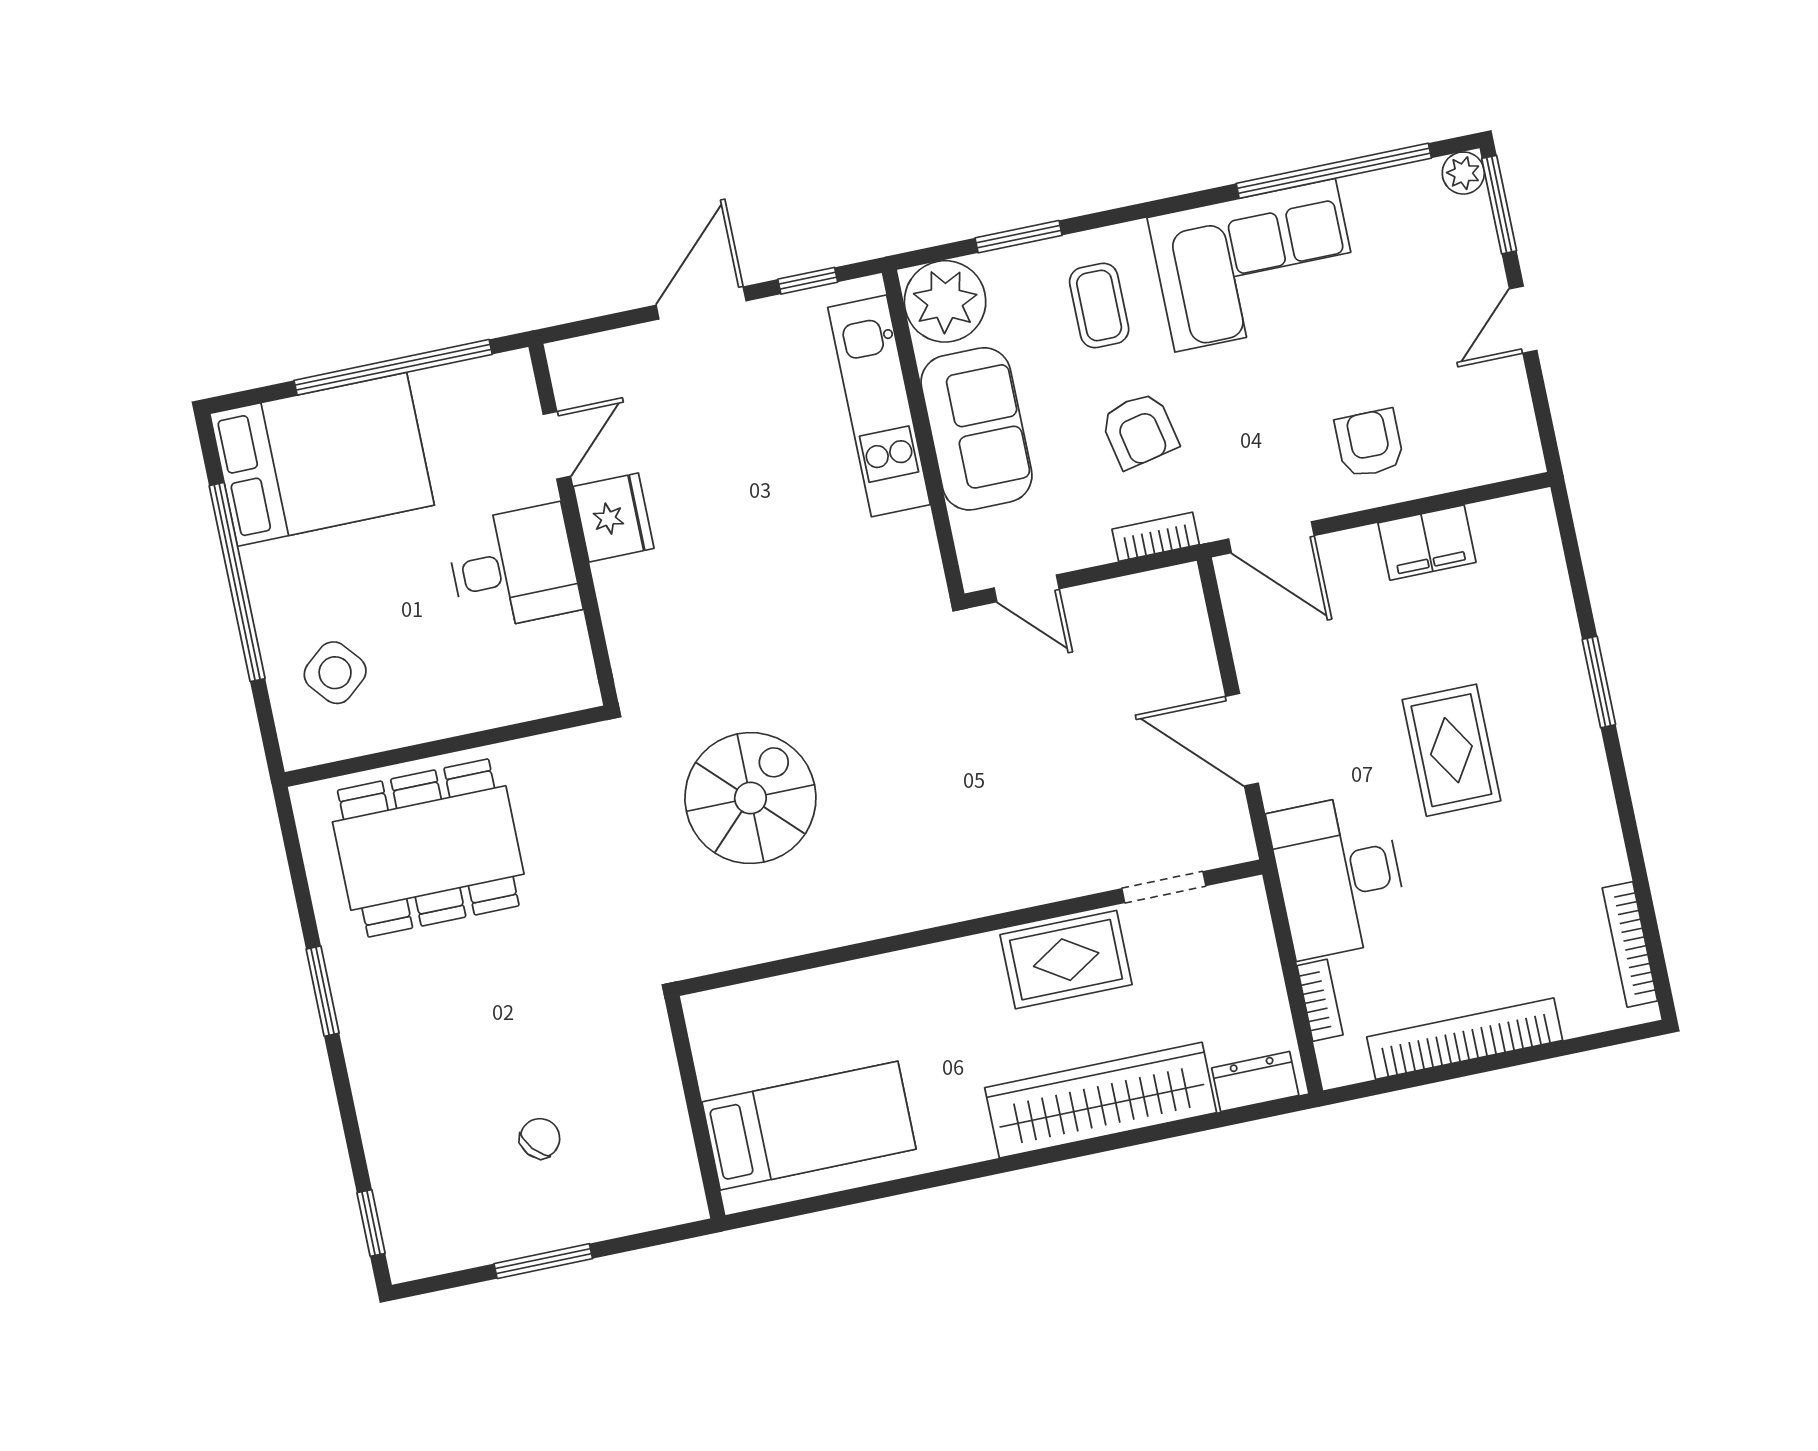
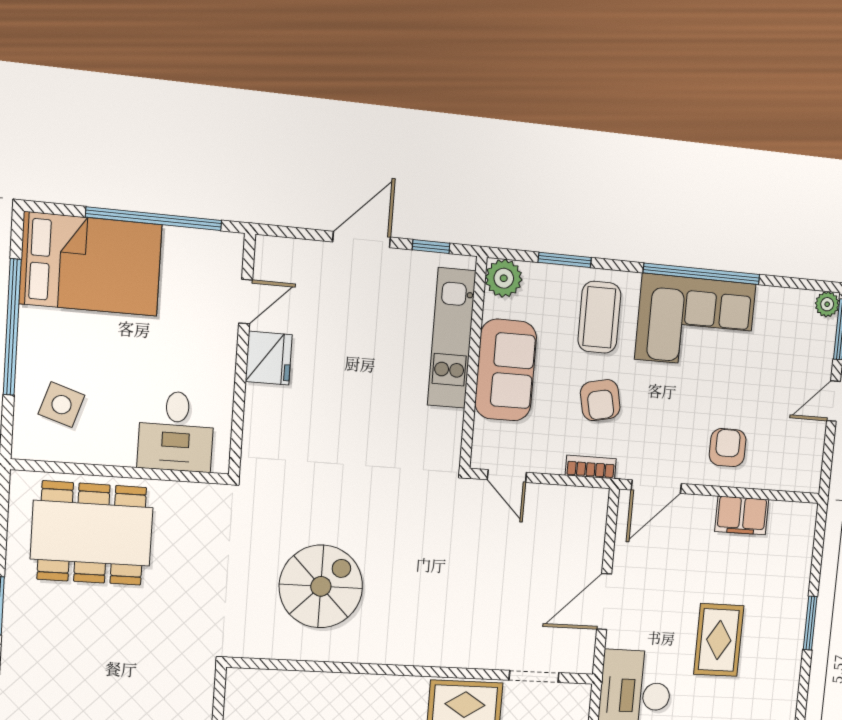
window: (1334, 171) -> (702, 274), moved
plant: (945, 301) -> (504, 278), width x0.73, depth x0.73
coffee table: (1099, 305) -> (599, 317), width x1.36, depth x1.30
door: (1271, 537) -> (656, 487), hinge flipped
desk: (513, 567) -> (176, 431), moved, turned 90
side table: (335, 673) -> (61, 405), turned -32
door: (1242, 740) -> (604, 602), hinge flipped
spiral stairs: (750, 798) -> (321, 586), moved

